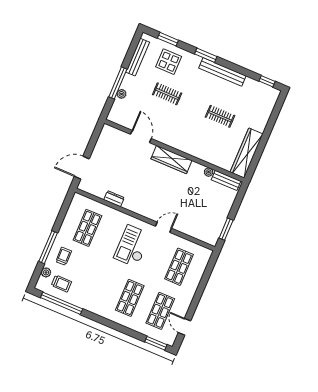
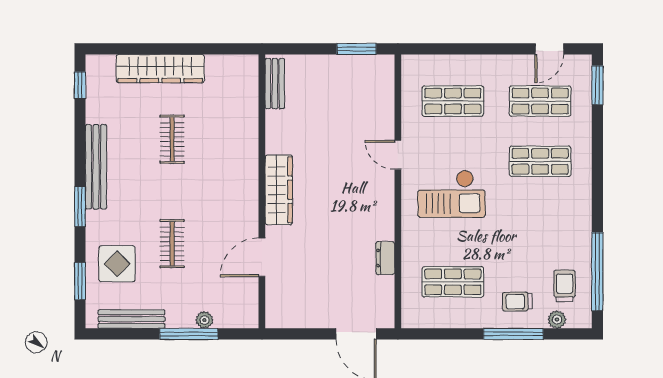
wardrobe: (247, 153) -> (160, 69), moved
plant: (209, 172) -> (273, 119), removed

